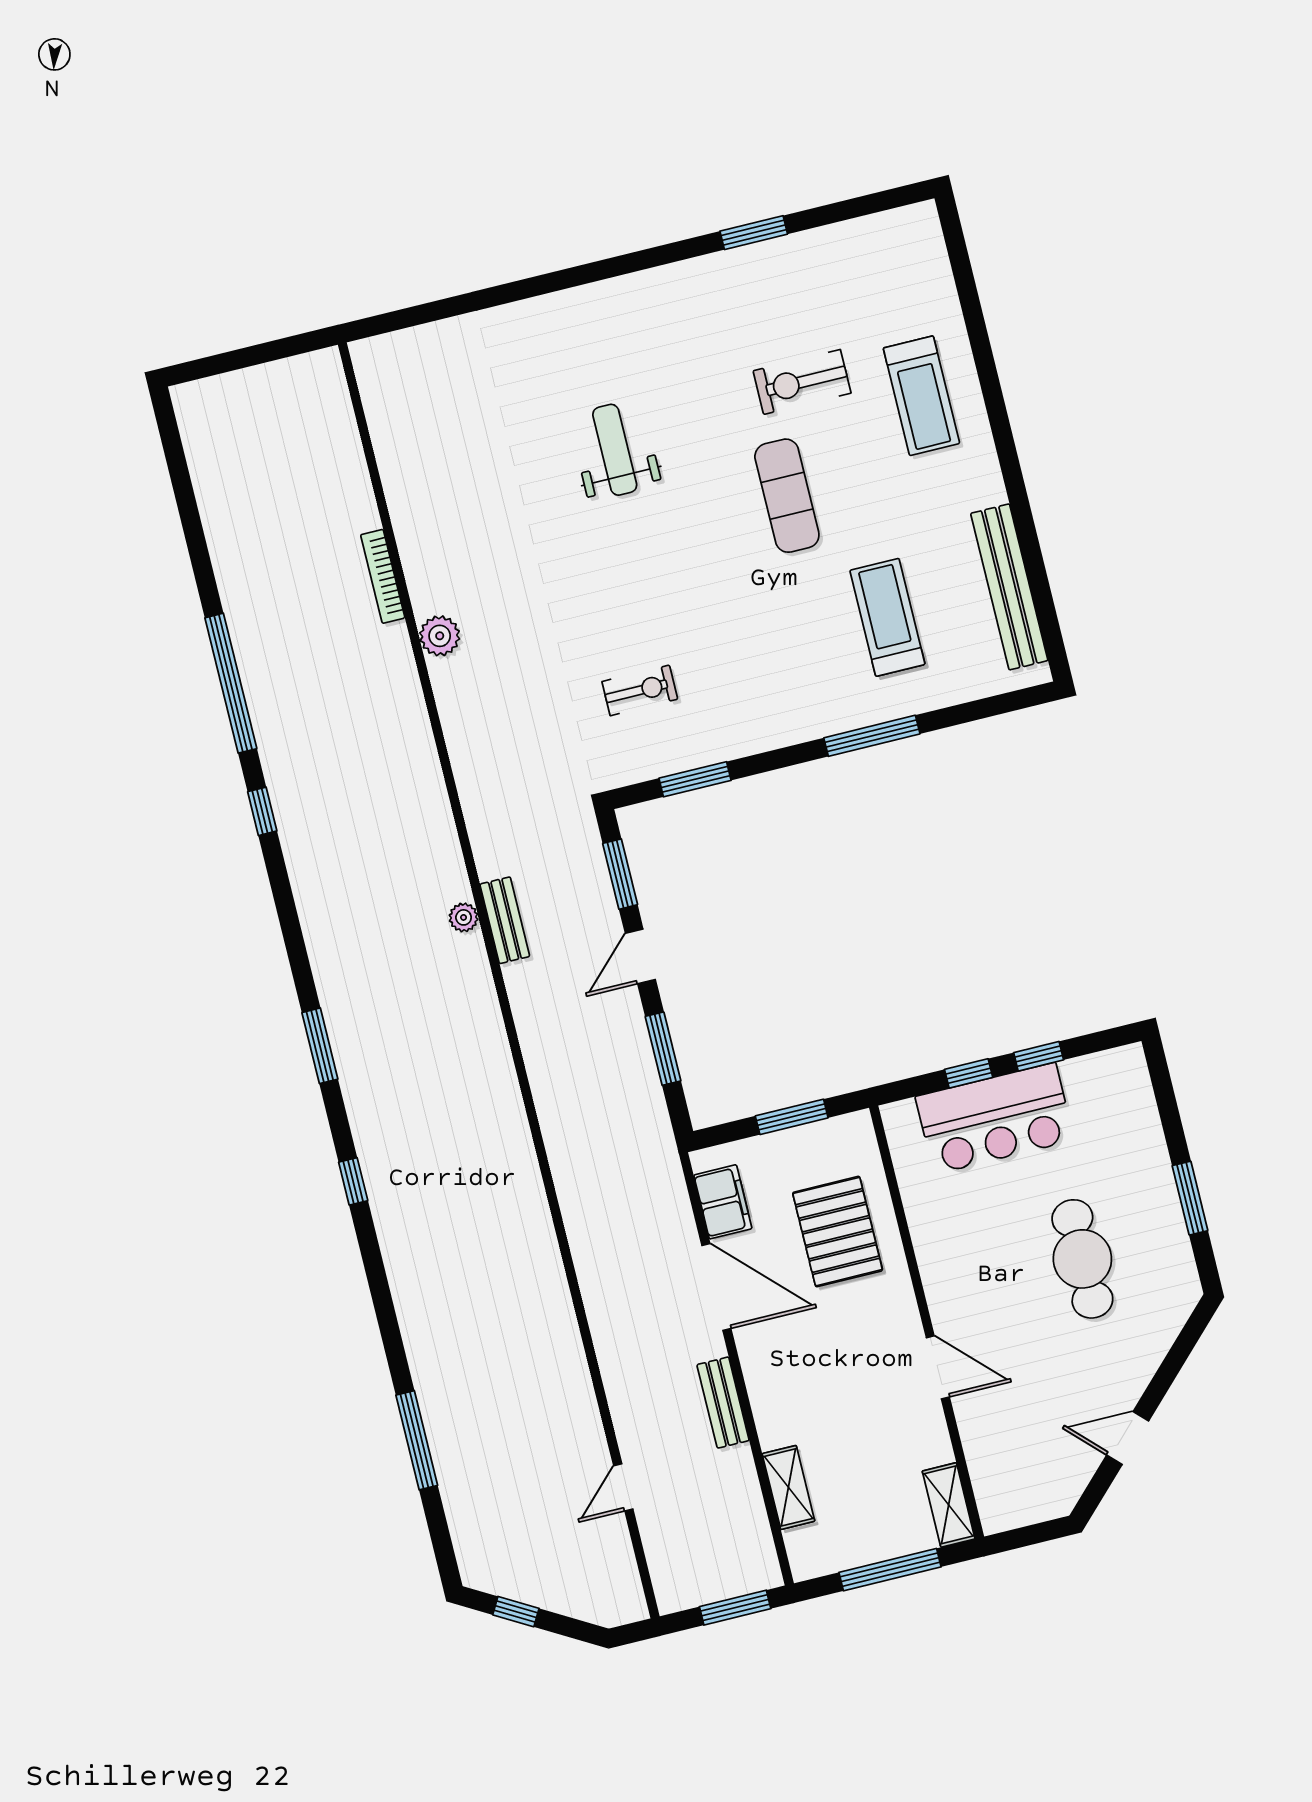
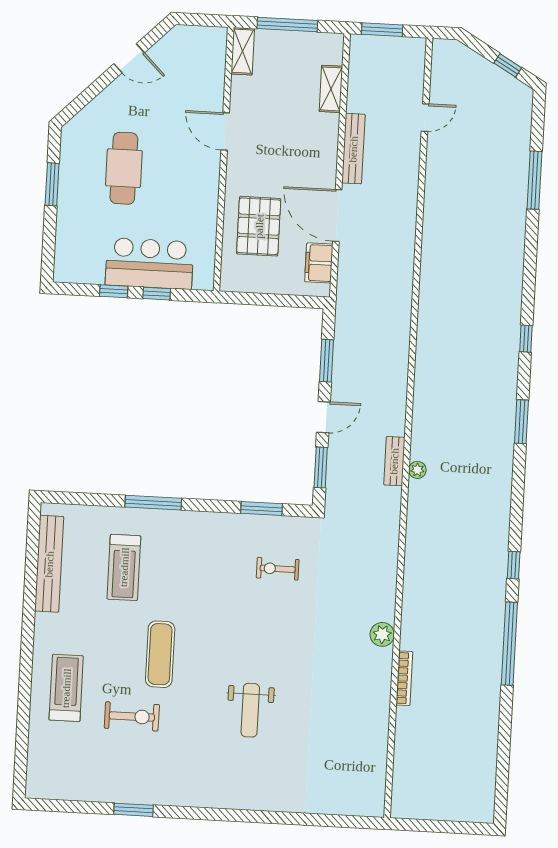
window: (792, 1117) -> (265, 299), removed
bench: (723, 1403) -> (353, 149), width x1.36

